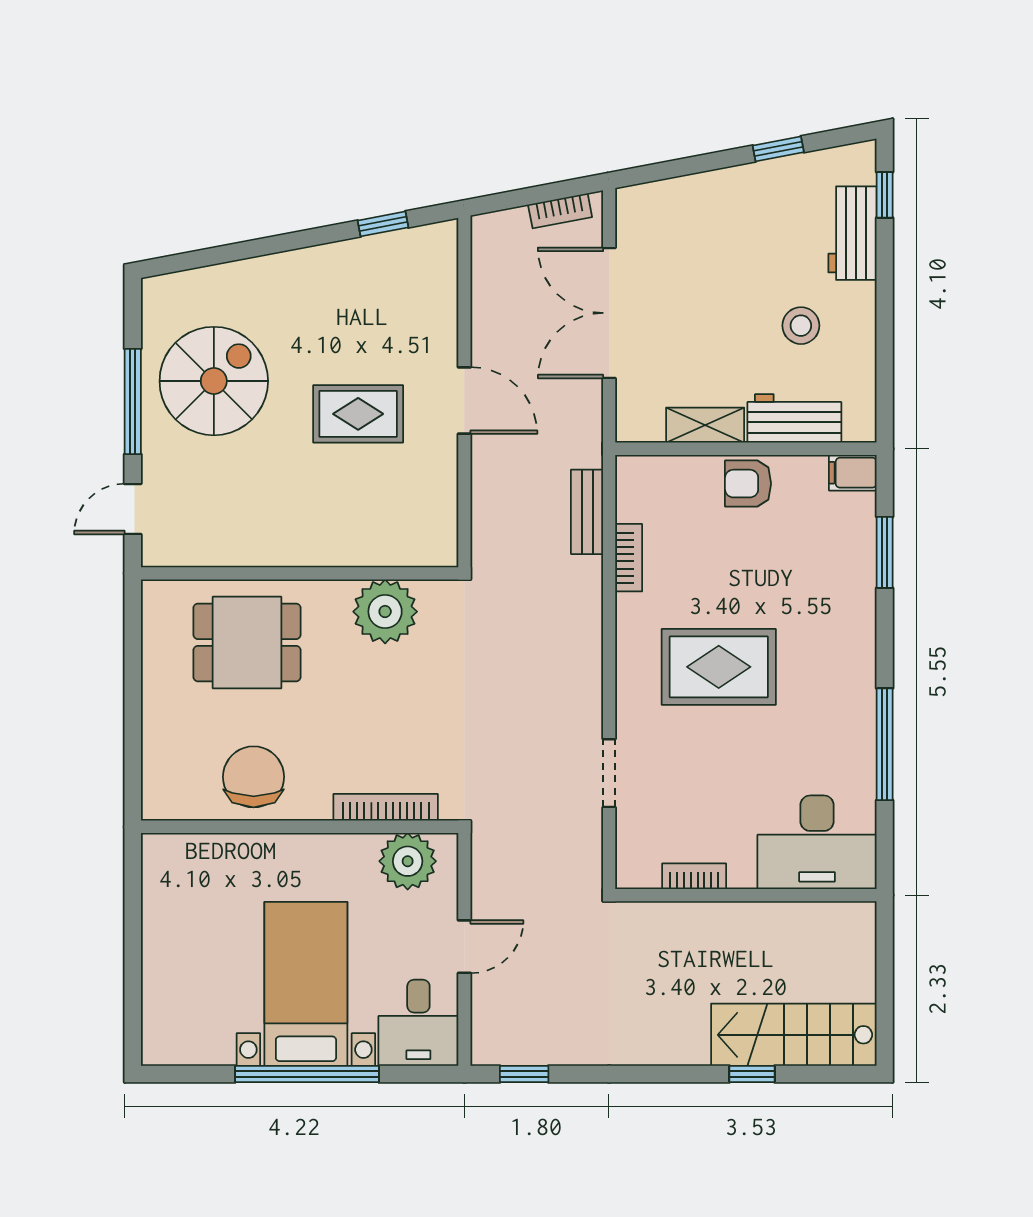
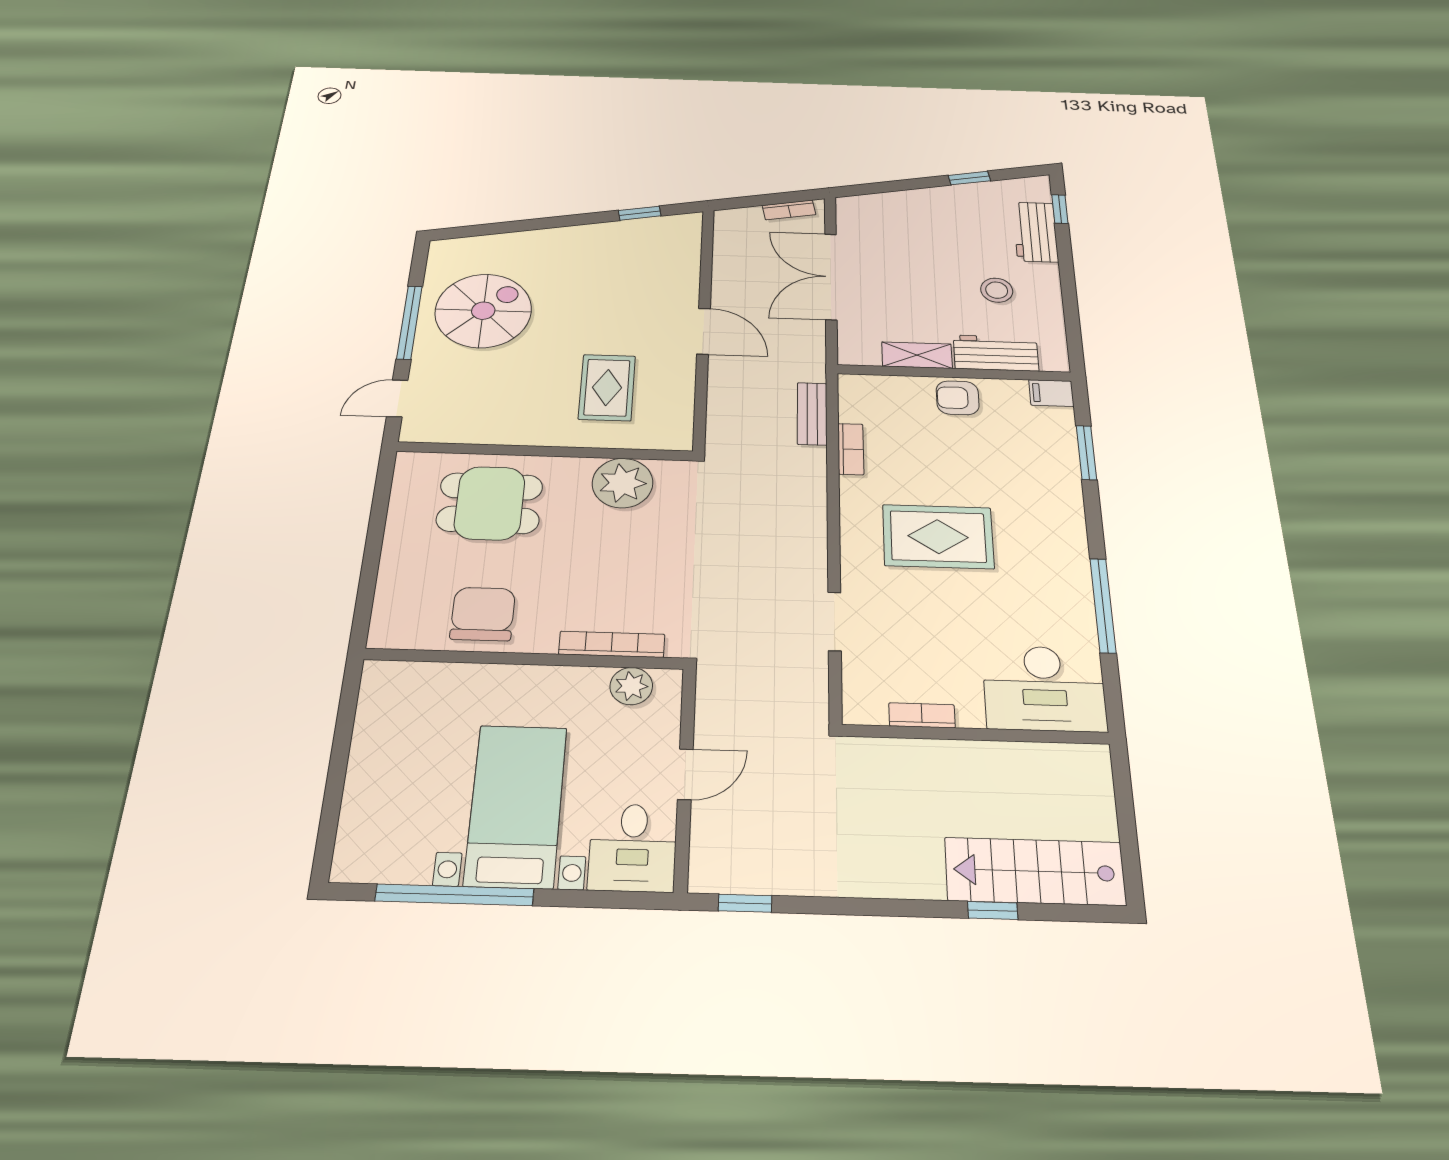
rug: (358, 414) -> (607, 388), moved, turned 90
plant: (408, 861) -> (631, 686), width x0.73, depth x0.73
window: (307, 1074) -> (455, 895), moved

